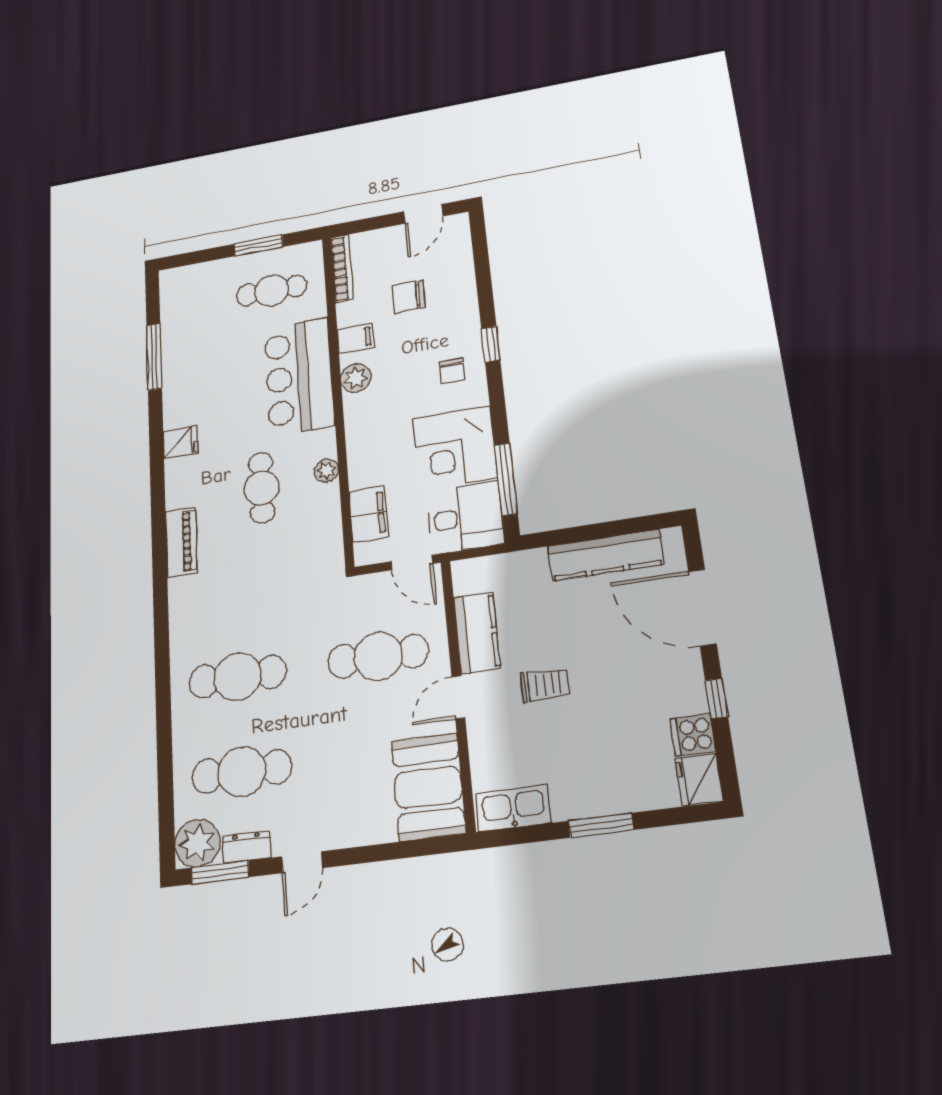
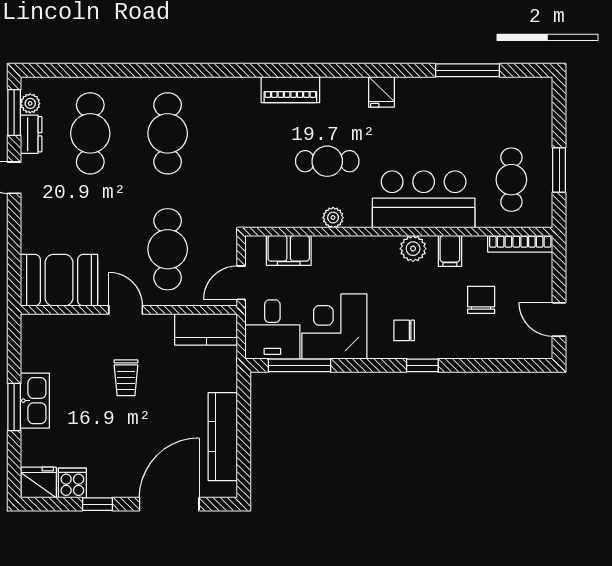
kitchen counter: (477, 633) -> (206, 329), moved
kitchen sink: (513, 808) -> (35, 401), moved
plant: (197, 843) -> (30, 103), width x0.53, depth x0.53

